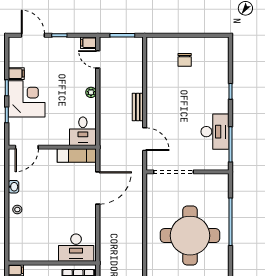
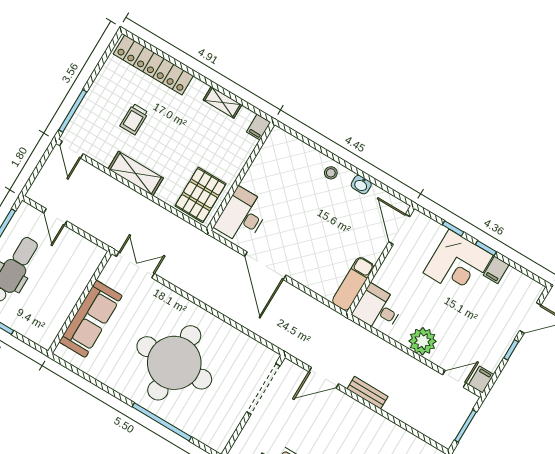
plant: (91, 92) -> (423, 341), width x1.88, depth x1.88
door: (98, 188) -> (265, 266), moved

